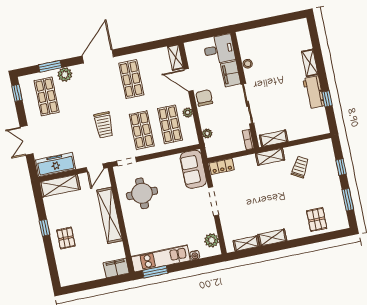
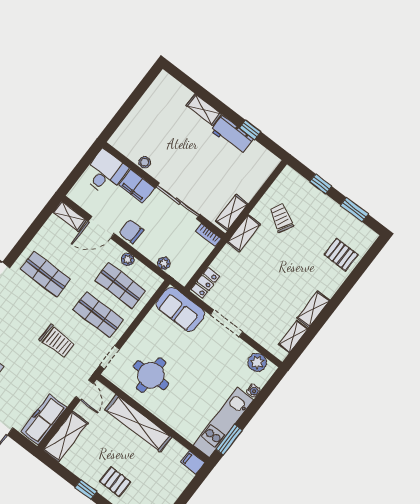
filing cabinet: (116, 268) -> (193, 463), width x0.50

